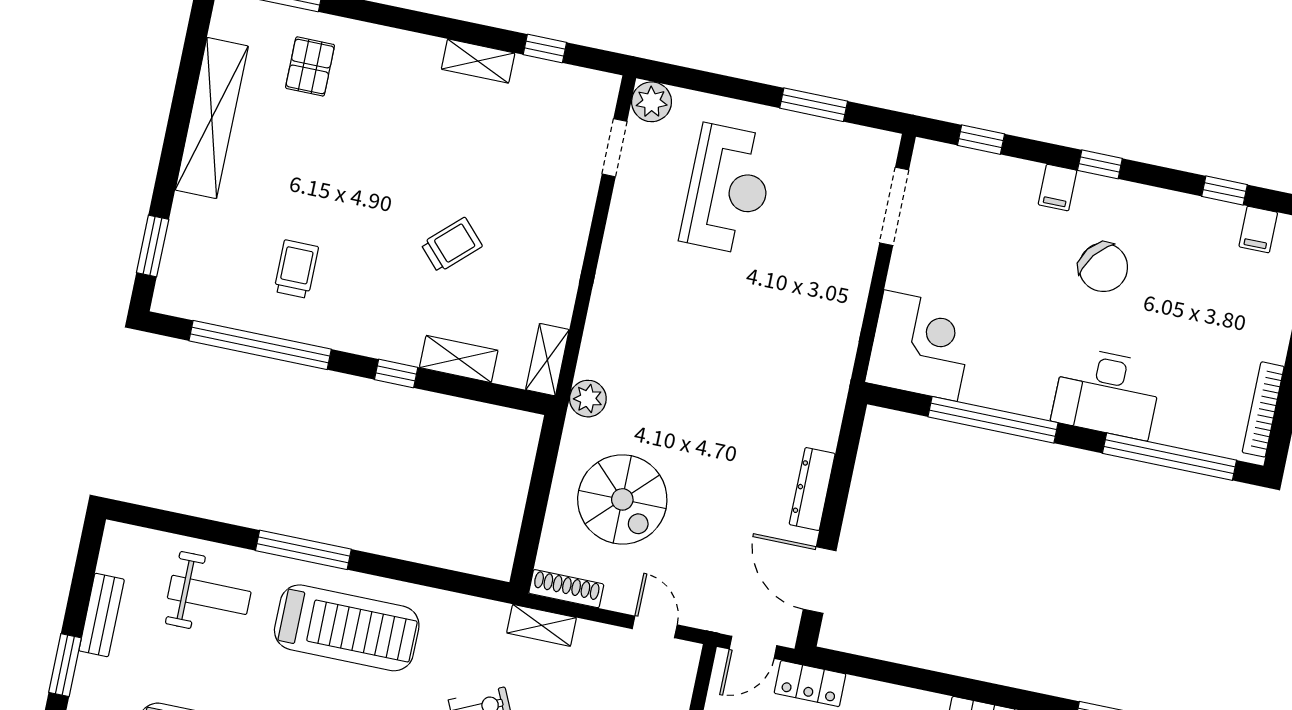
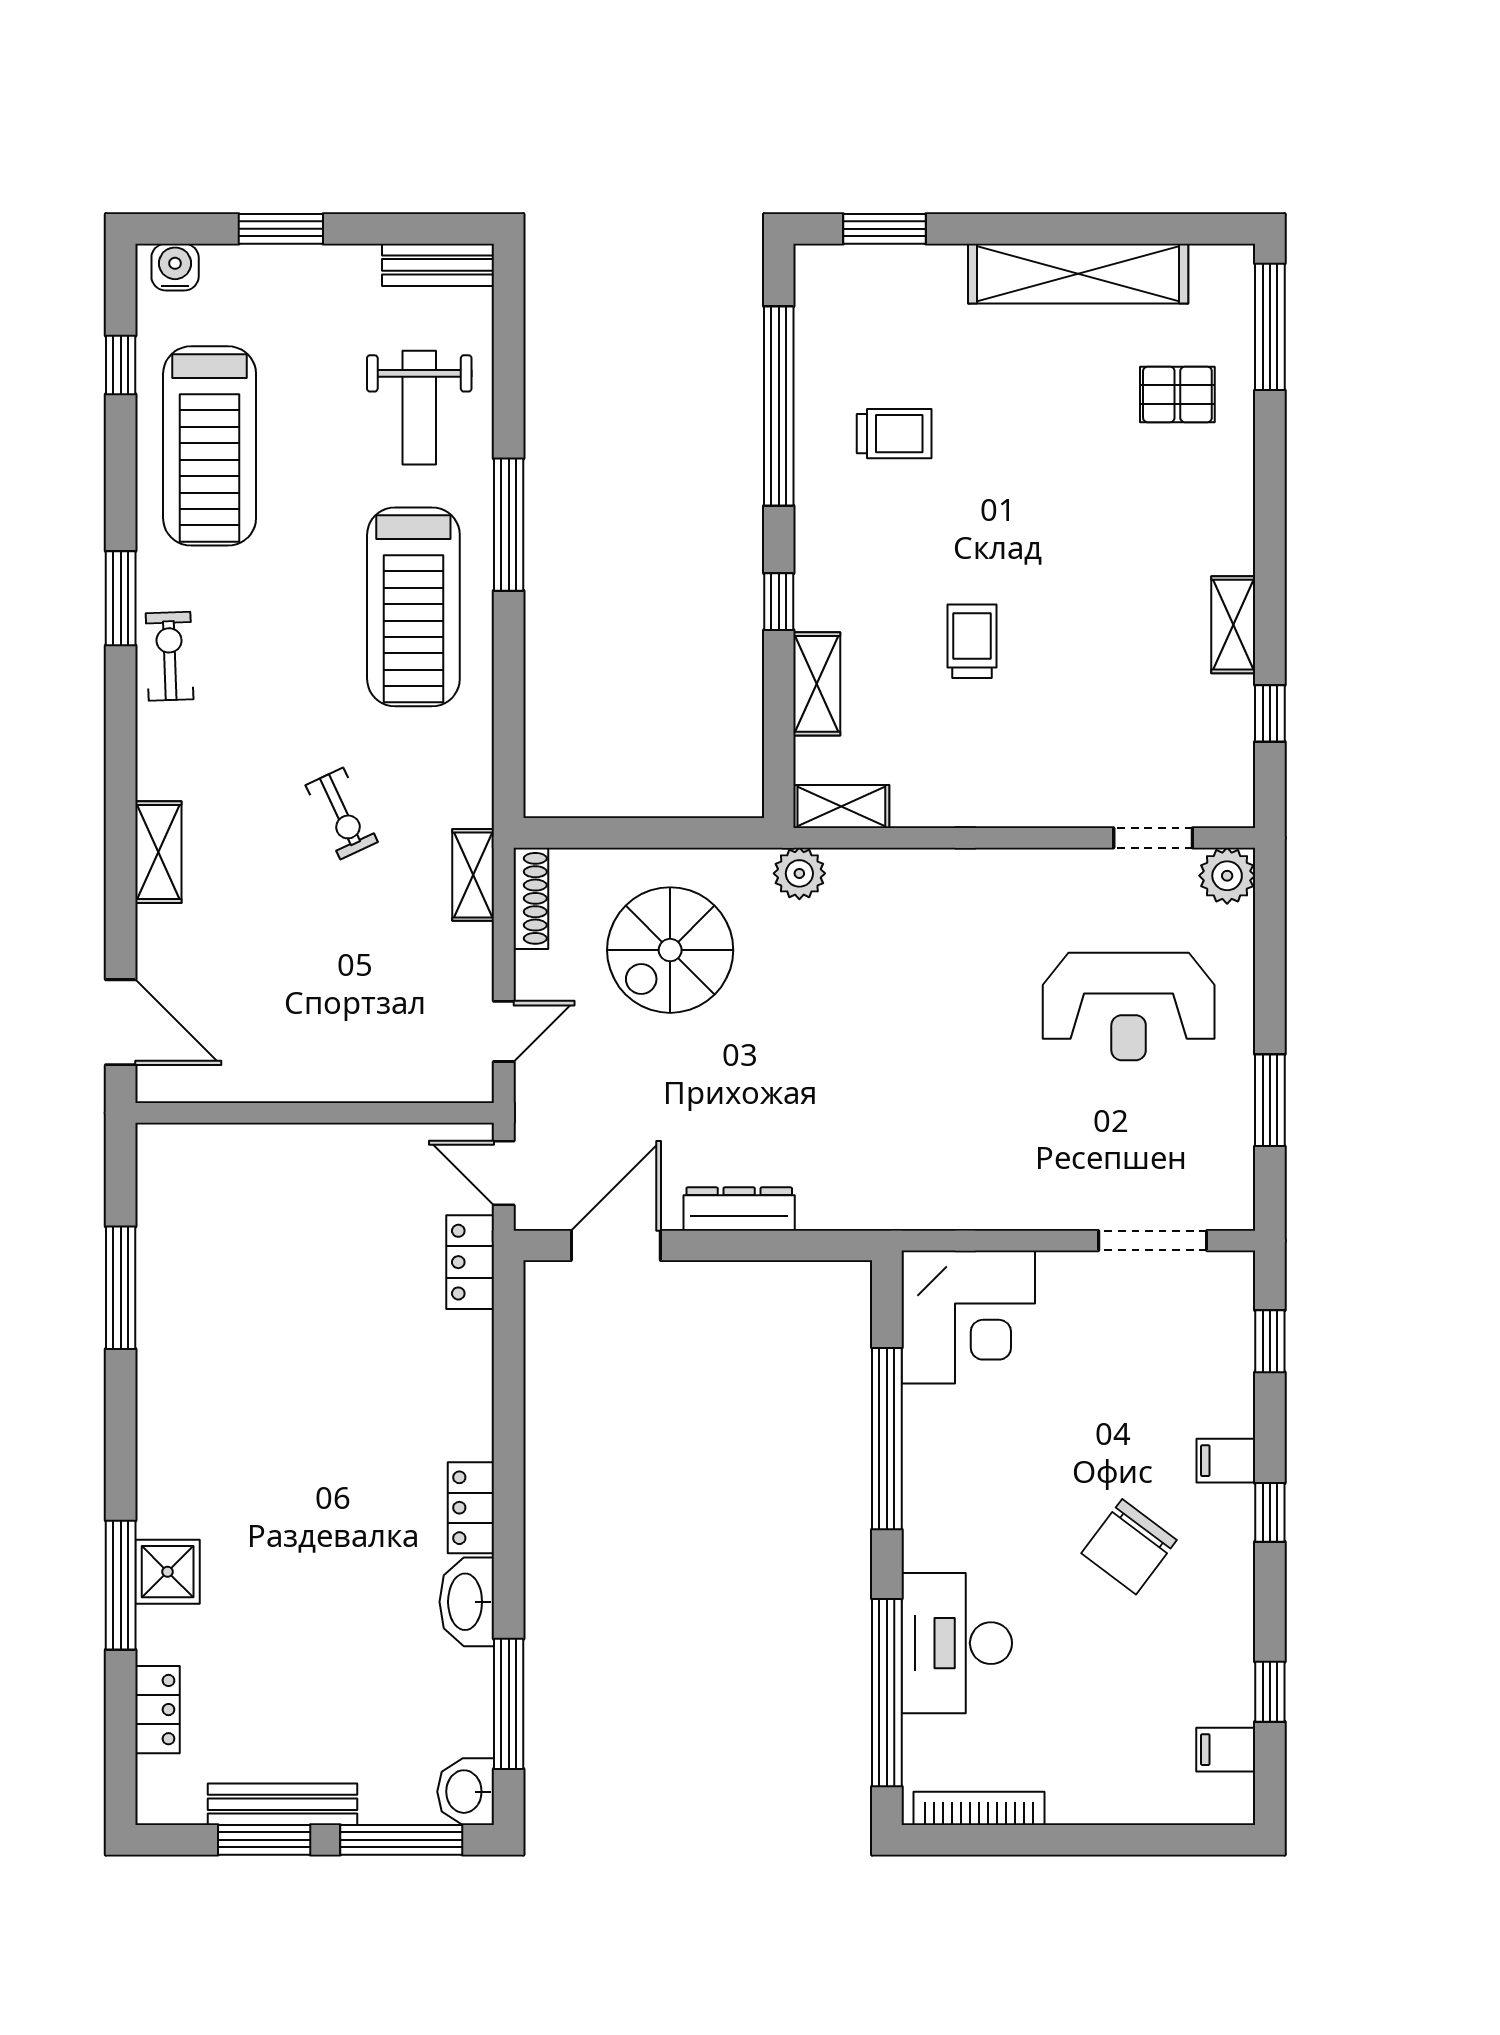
trolley: (452, 245) -> (972, 641), turned -137
desk: (1107, 393) -> (957, 1643), moved
bench: (102, 615) -> (438, 265), moved

